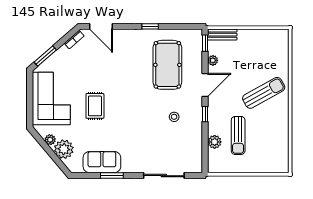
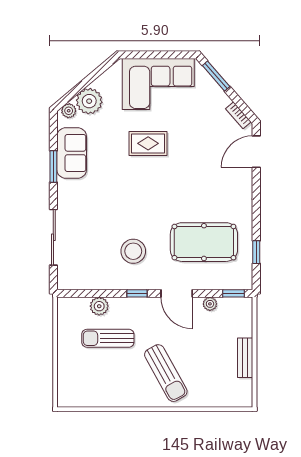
window: (150, 26) -> (256, 252), moved
bench: (222, 35) -> (245, 358), moved
stool: (174, 117) -> (133, 251), width x1.89, depth x1.89
plant: (50, 140) -> (69, 111), moved

